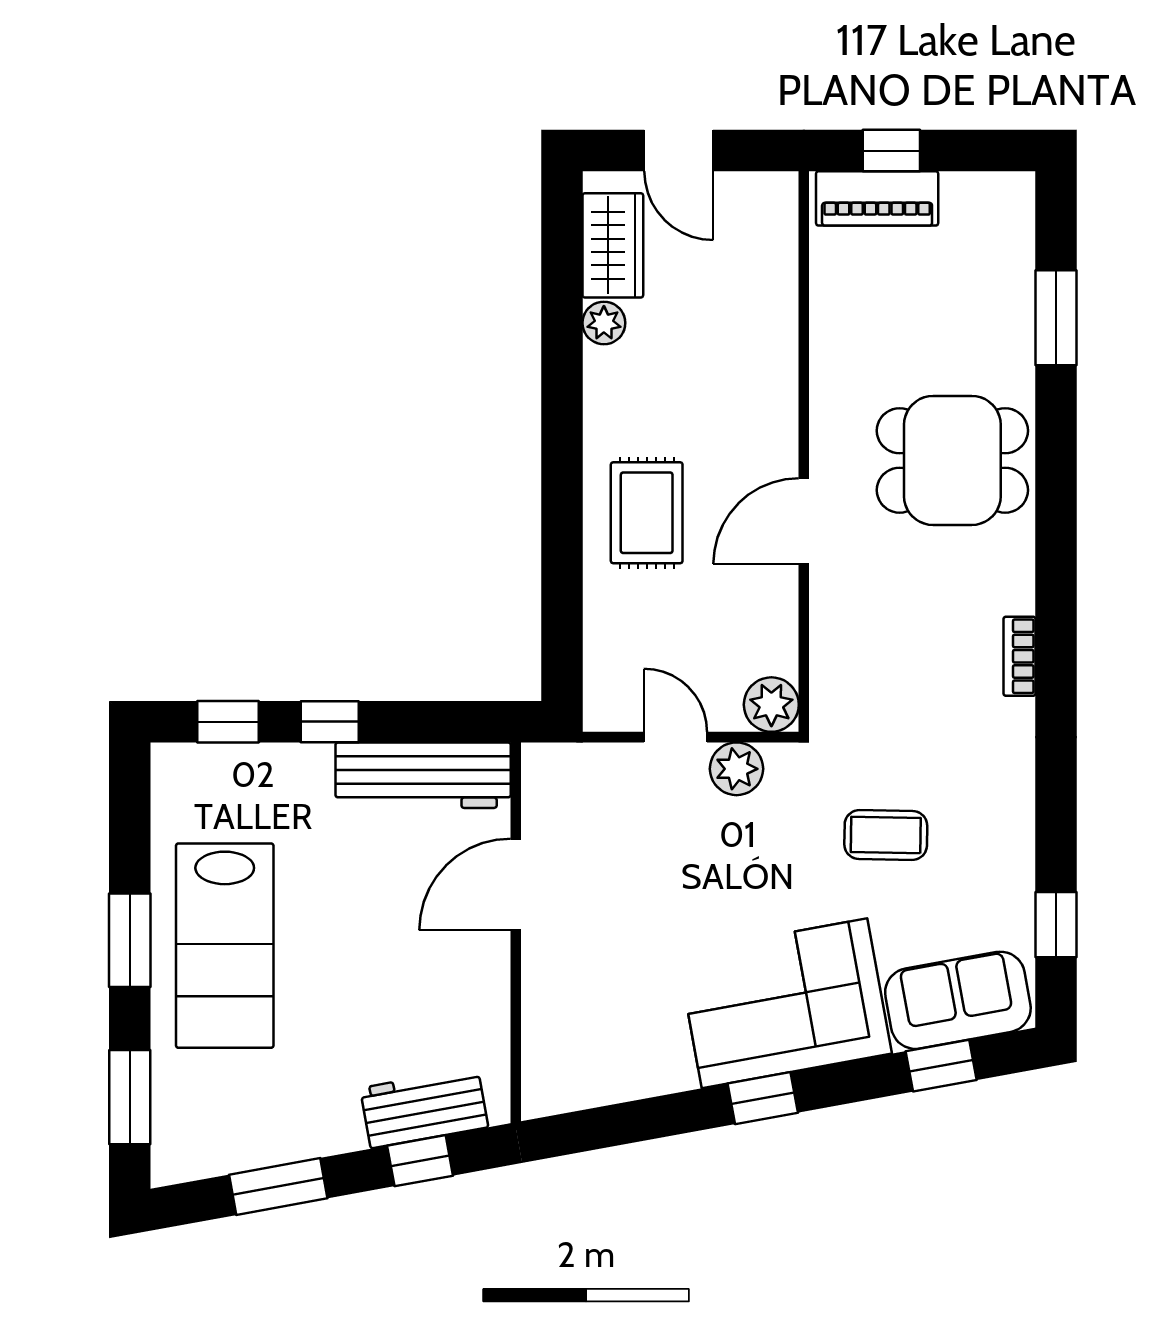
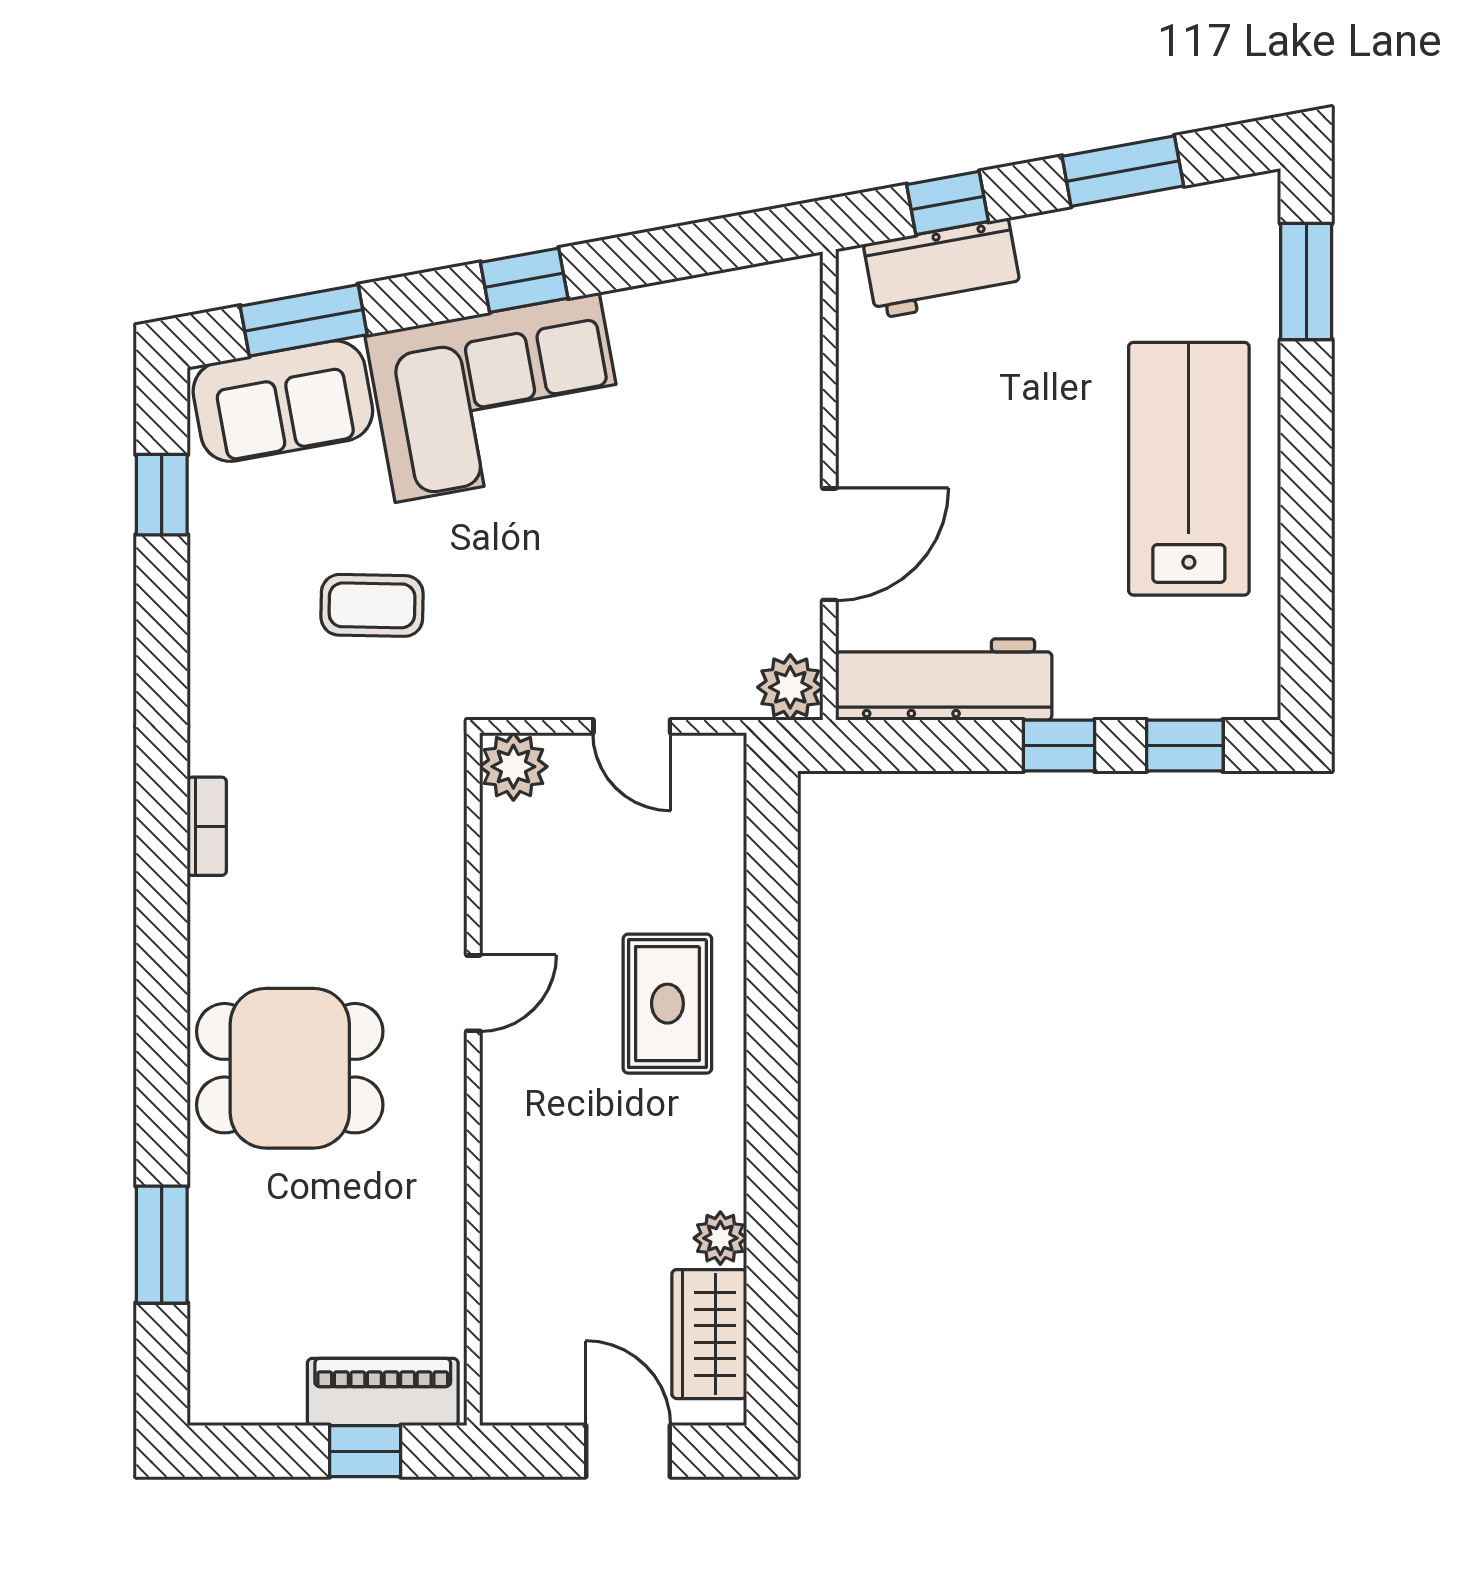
door: (804, 521) -> (473, 993), width x0.73
plant: (736, 769) -> (790, 687), moved
window: (130, 940) -> (1306, 475), removed
window: (941, 1066) -> (304, 320), width x1.50

